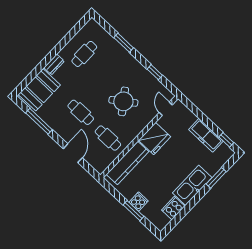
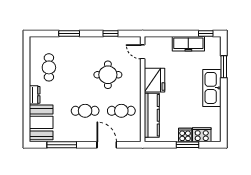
round table: (123, 101) -> (108, 75), turned 36
cooker: (173, 208) -> (202, 135), moved, turned 90

